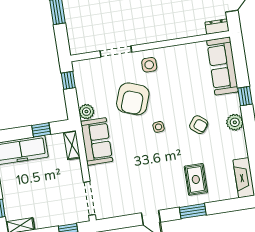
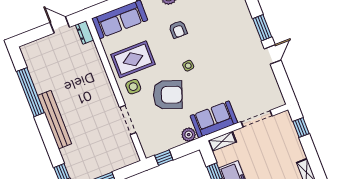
armchair: (199, 125) -> (178, 29), turned 142
rug: (196, 179) -> (133, 59), moved, width x1.36, depth x1.43
doorway: (89, 198) -> (257, 119), moved
window: (193, 211) -> (262, 28), moved

